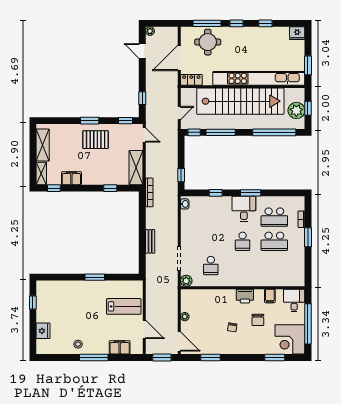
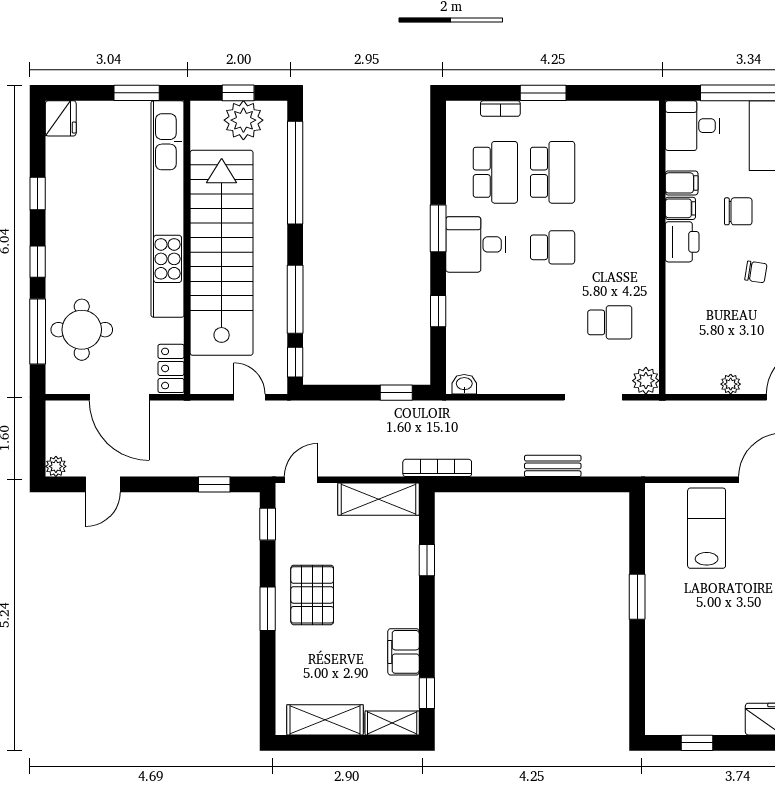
filing cabinet: (259, 295) -> (680, 208), added

